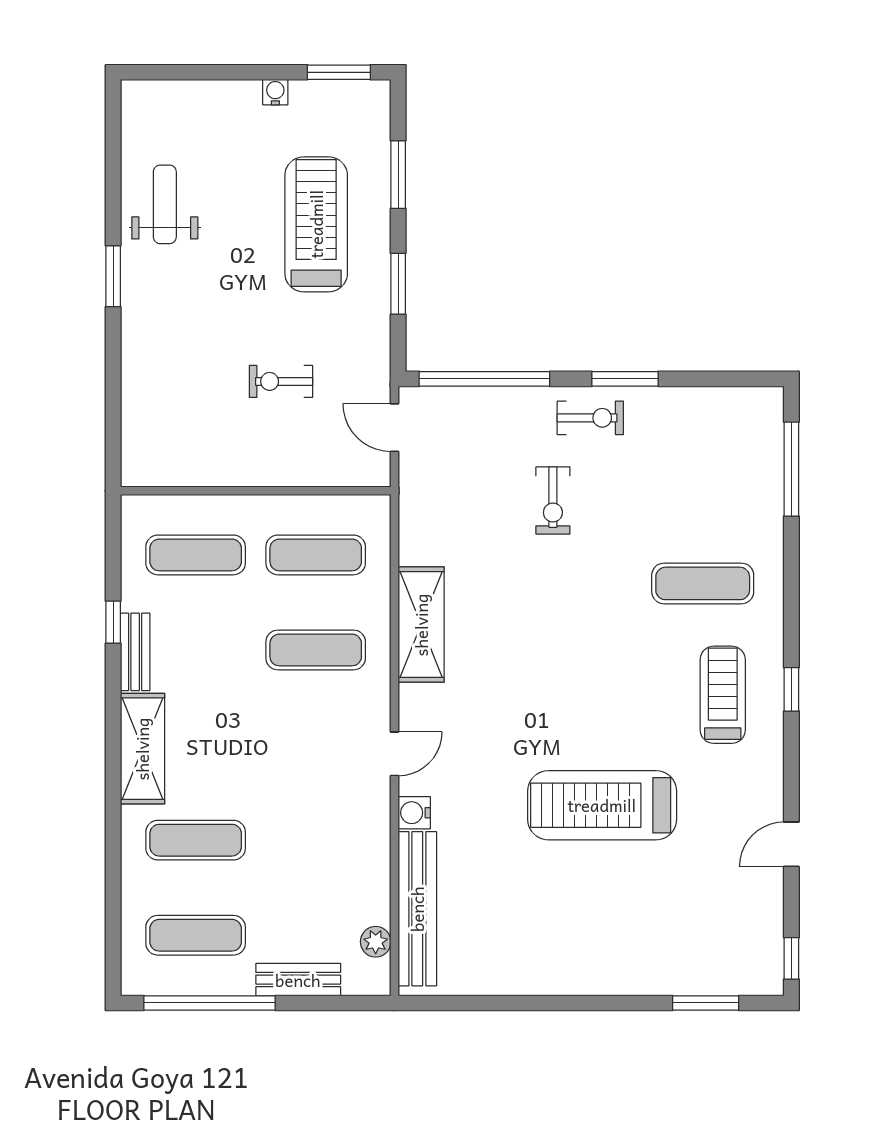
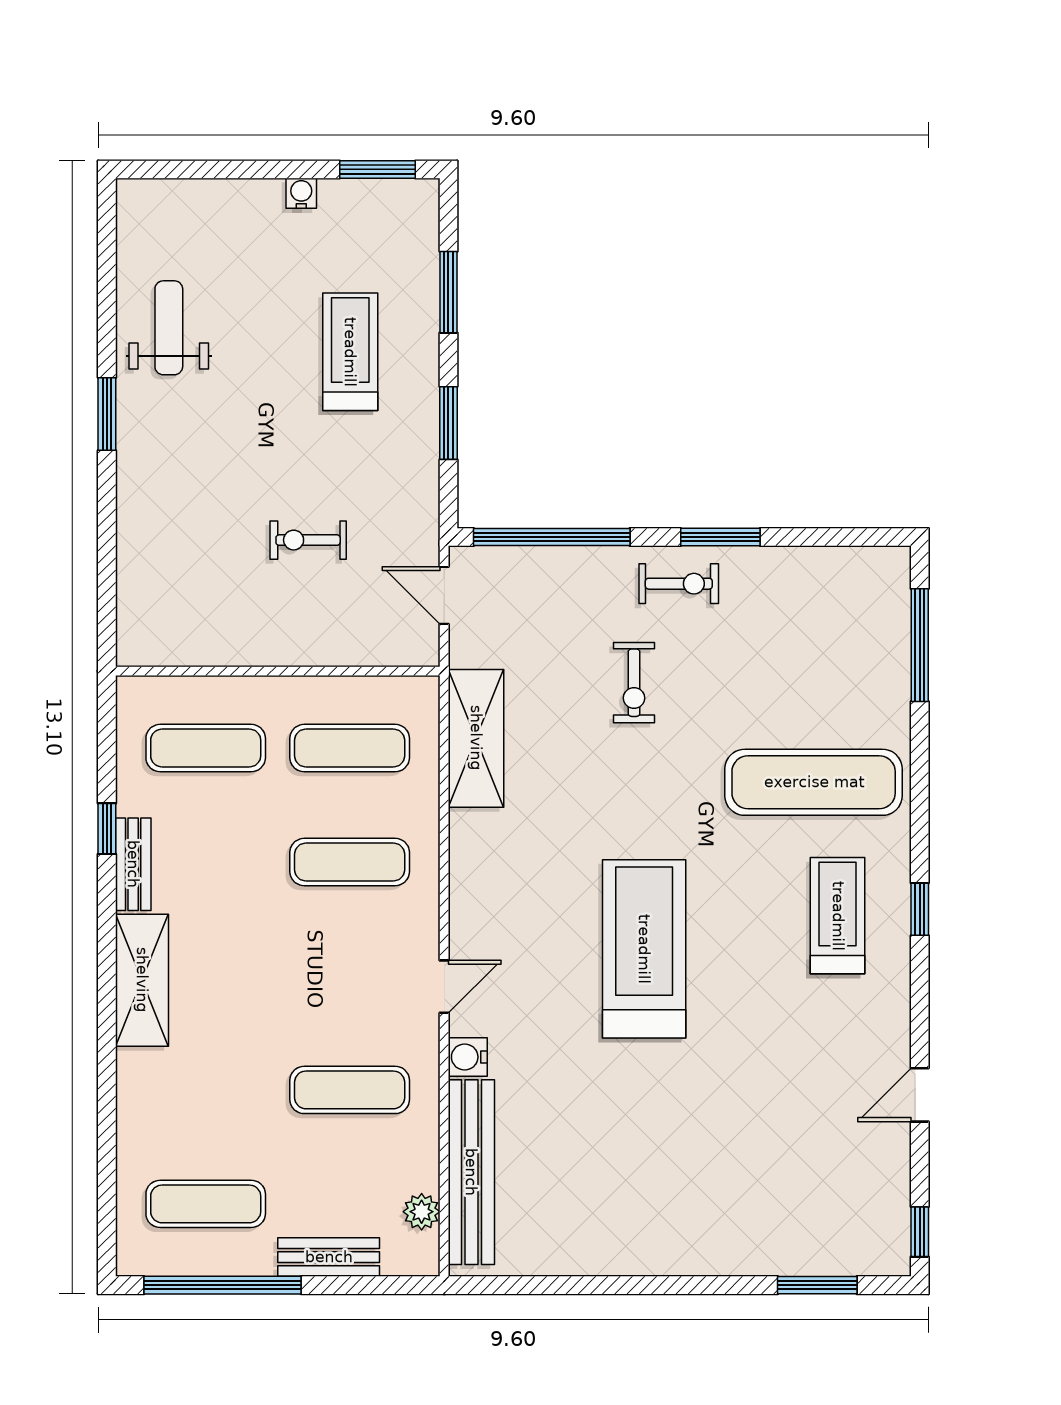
treadmill: (316, 224) -> (350, 352), width x0.73, depth x0.73
exercise mat: (703, 583) -> (814, 782), width x1.36, depth x1.45
shelving: (421, 625) -> (476, 738), moved
treadmill: (602, 805) -> (644, 949), moved, turned 90
exercise mat: (196, 840) -> (350, 1090), moved

